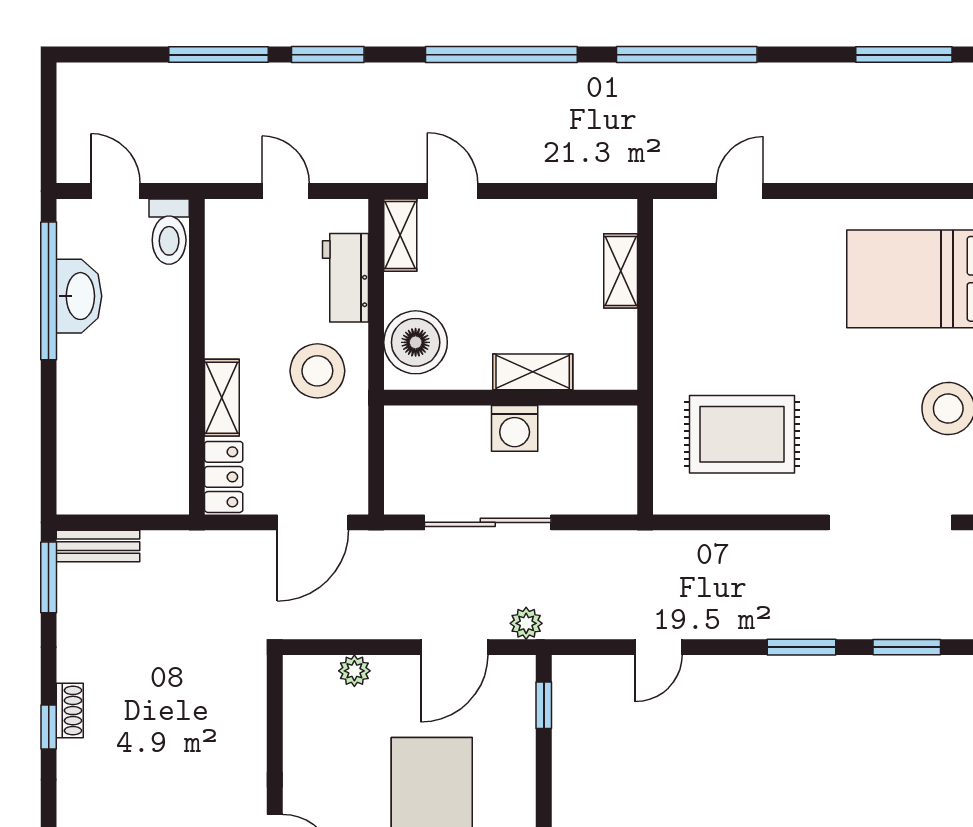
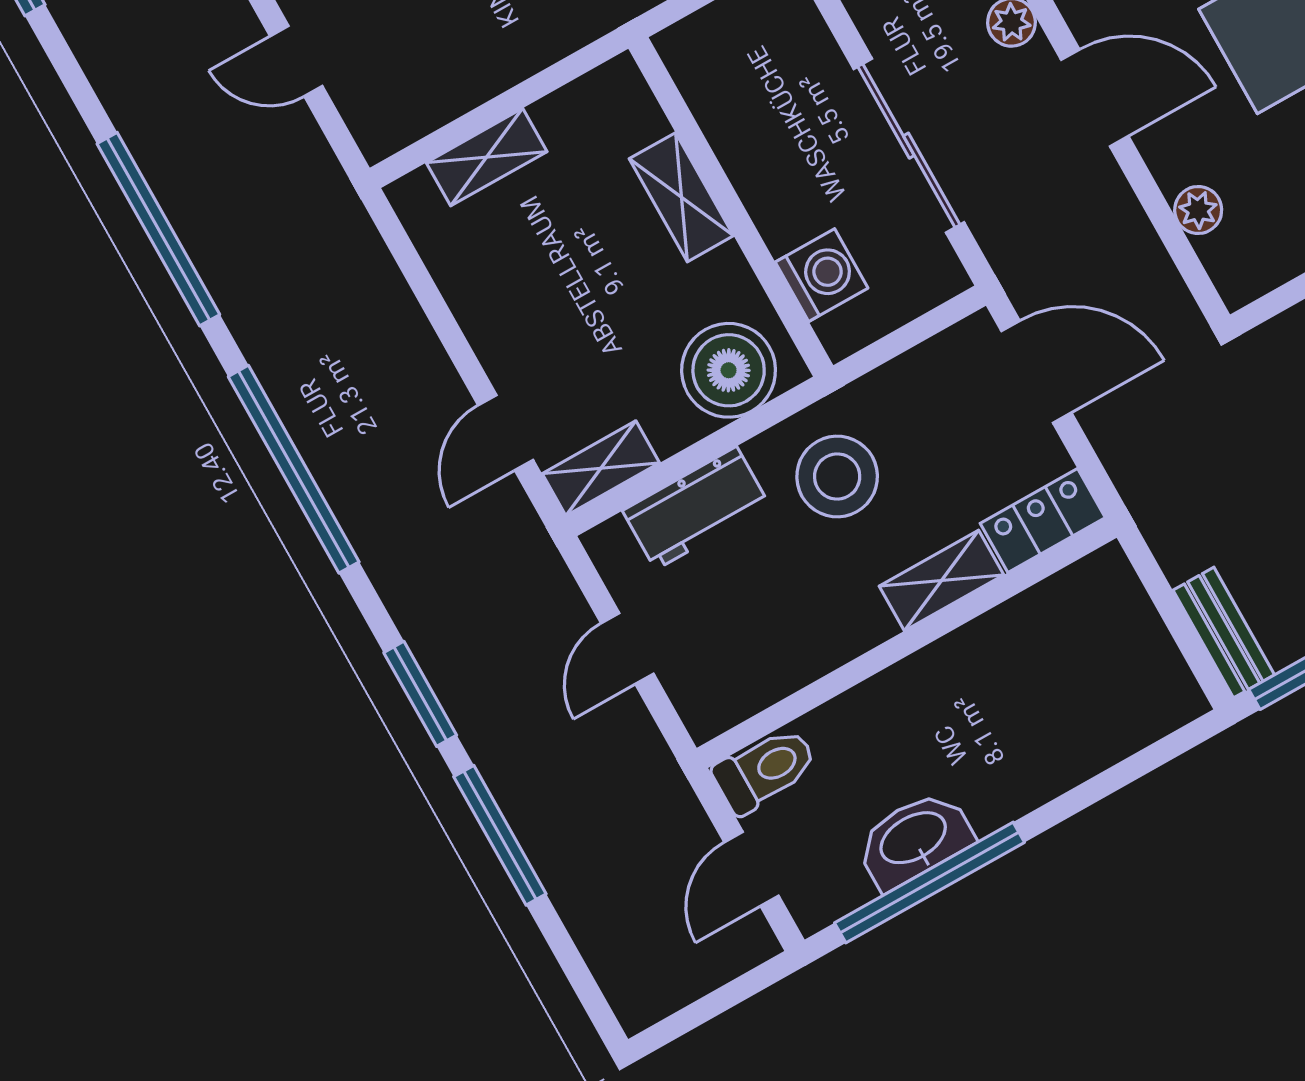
washing machine: (515, 428) -> (822, 275), moved

